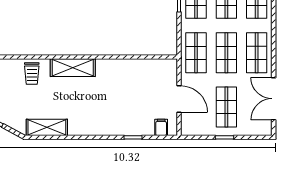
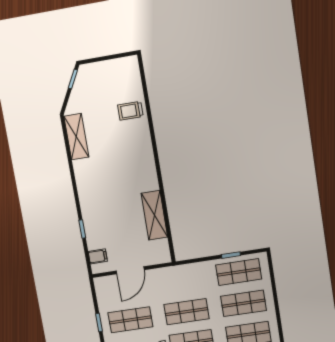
shop shelf: (196, 53) -> (181, 281), removed
shelving: (73, 68) -> (154, 215), moved

